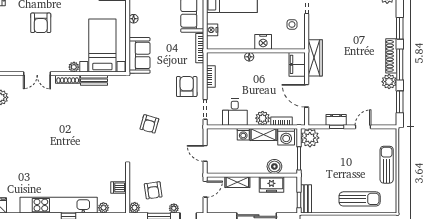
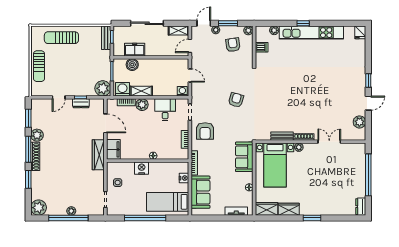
armchair: (41, 23) -> (326, 184), removed
washing machine: (243, 134) -> (182, 91), moved
shelving: (237, 182) -> (178, 30), moved

